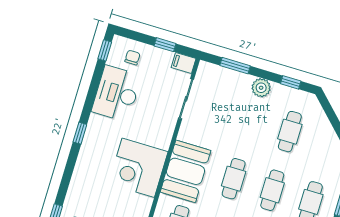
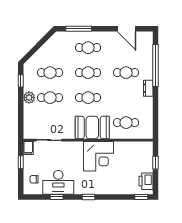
window: (105, 50) -> (57, 197), moved
window: (235, 66) -> (21, 117), removed
cafe table: (251, 120) -> (50, 98), added

